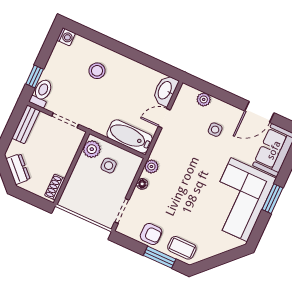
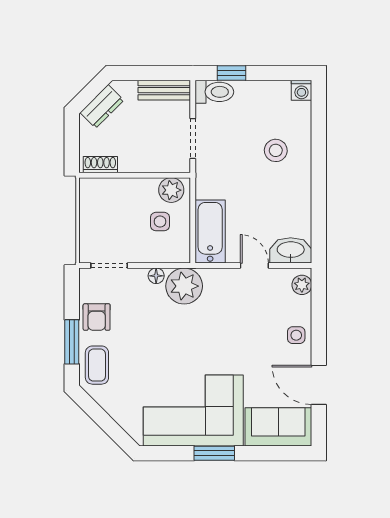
plant: (204, 99) -> (302, 285), moved
side table: (215, 130) -> (296, 335), moved
plant: (151, 167) -> (184, 286), width x1.88, depth x1.88

